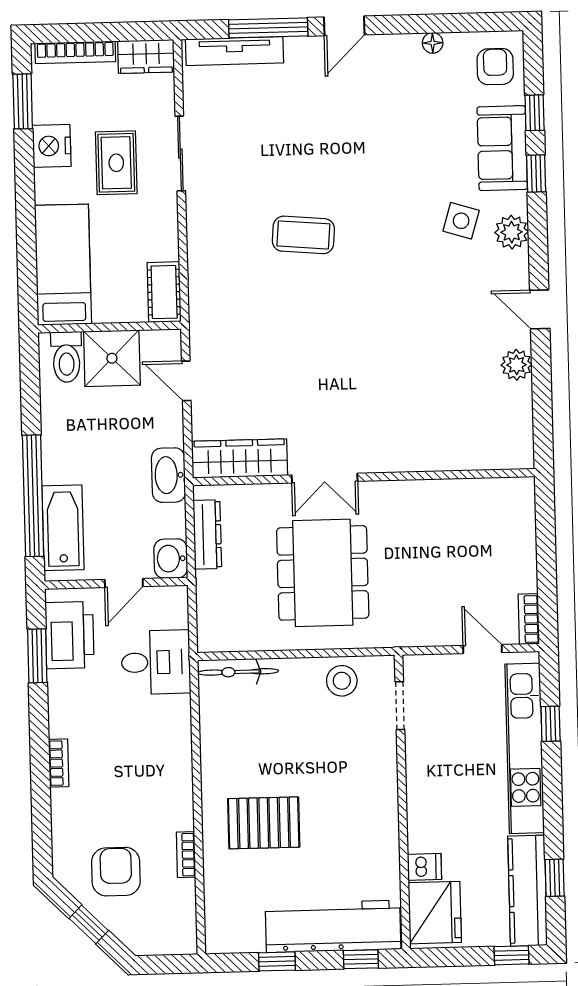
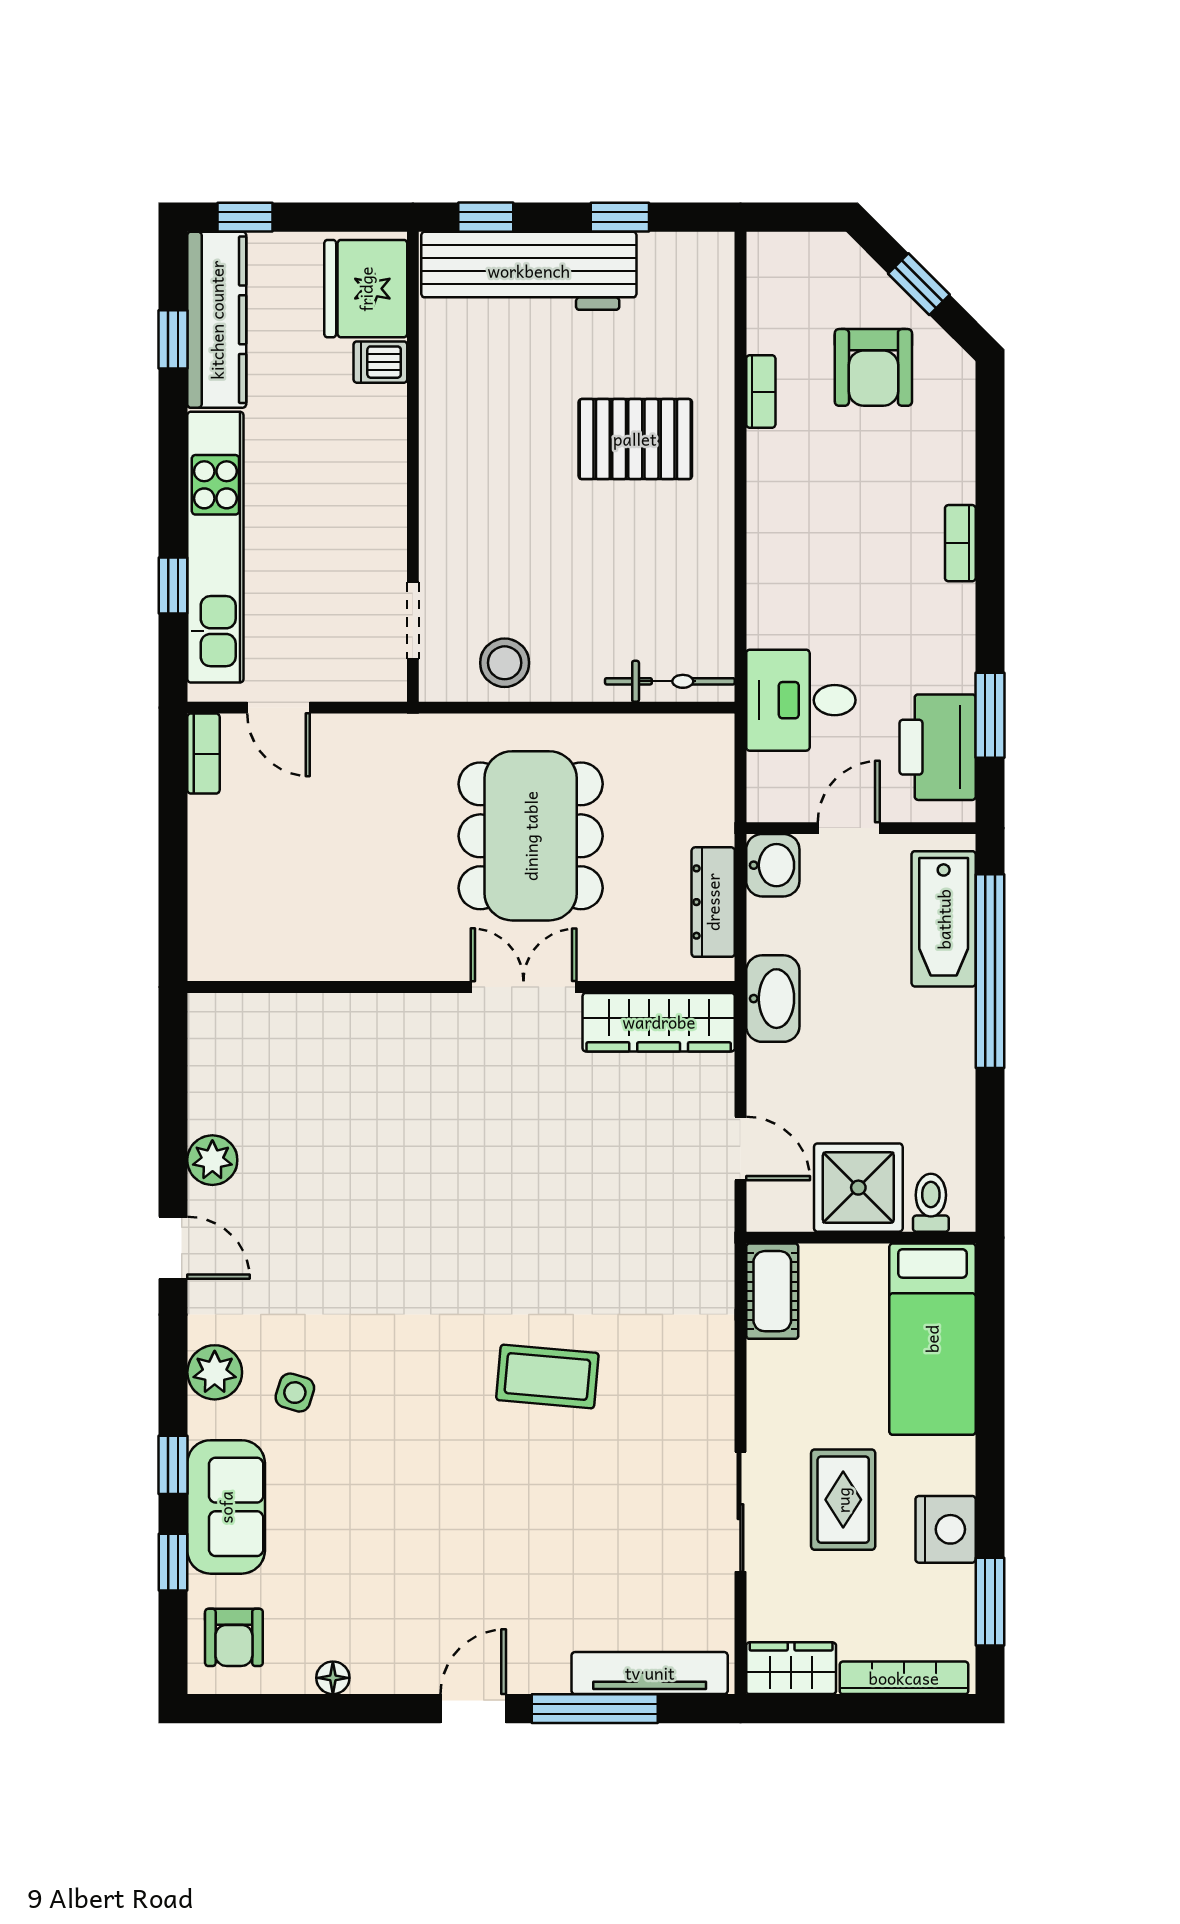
side table: (461, 221) -> (295, 1393), width x0.73, depth x0.73
toilet: (66, 357) -> (931, 1203), width x0.73, depth x0.72

